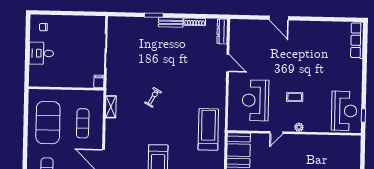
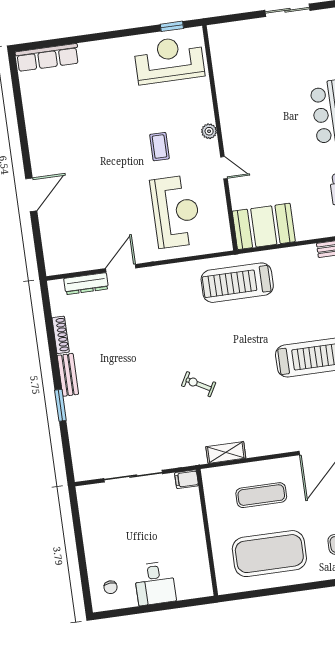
dresser: (222, 31) -> (86, 284), moved
reception desk: (255, 100) -> (176, 212), turned -90

